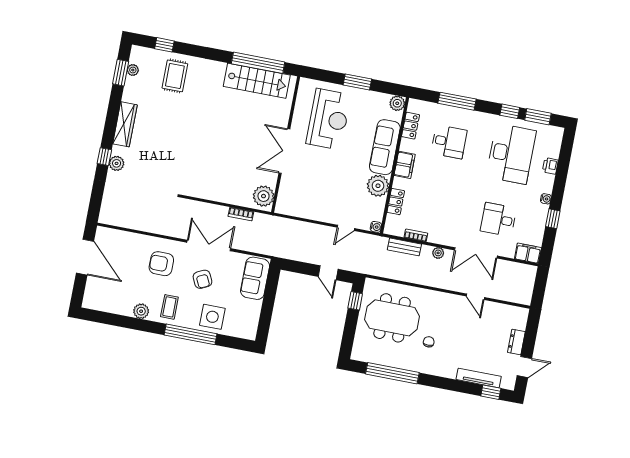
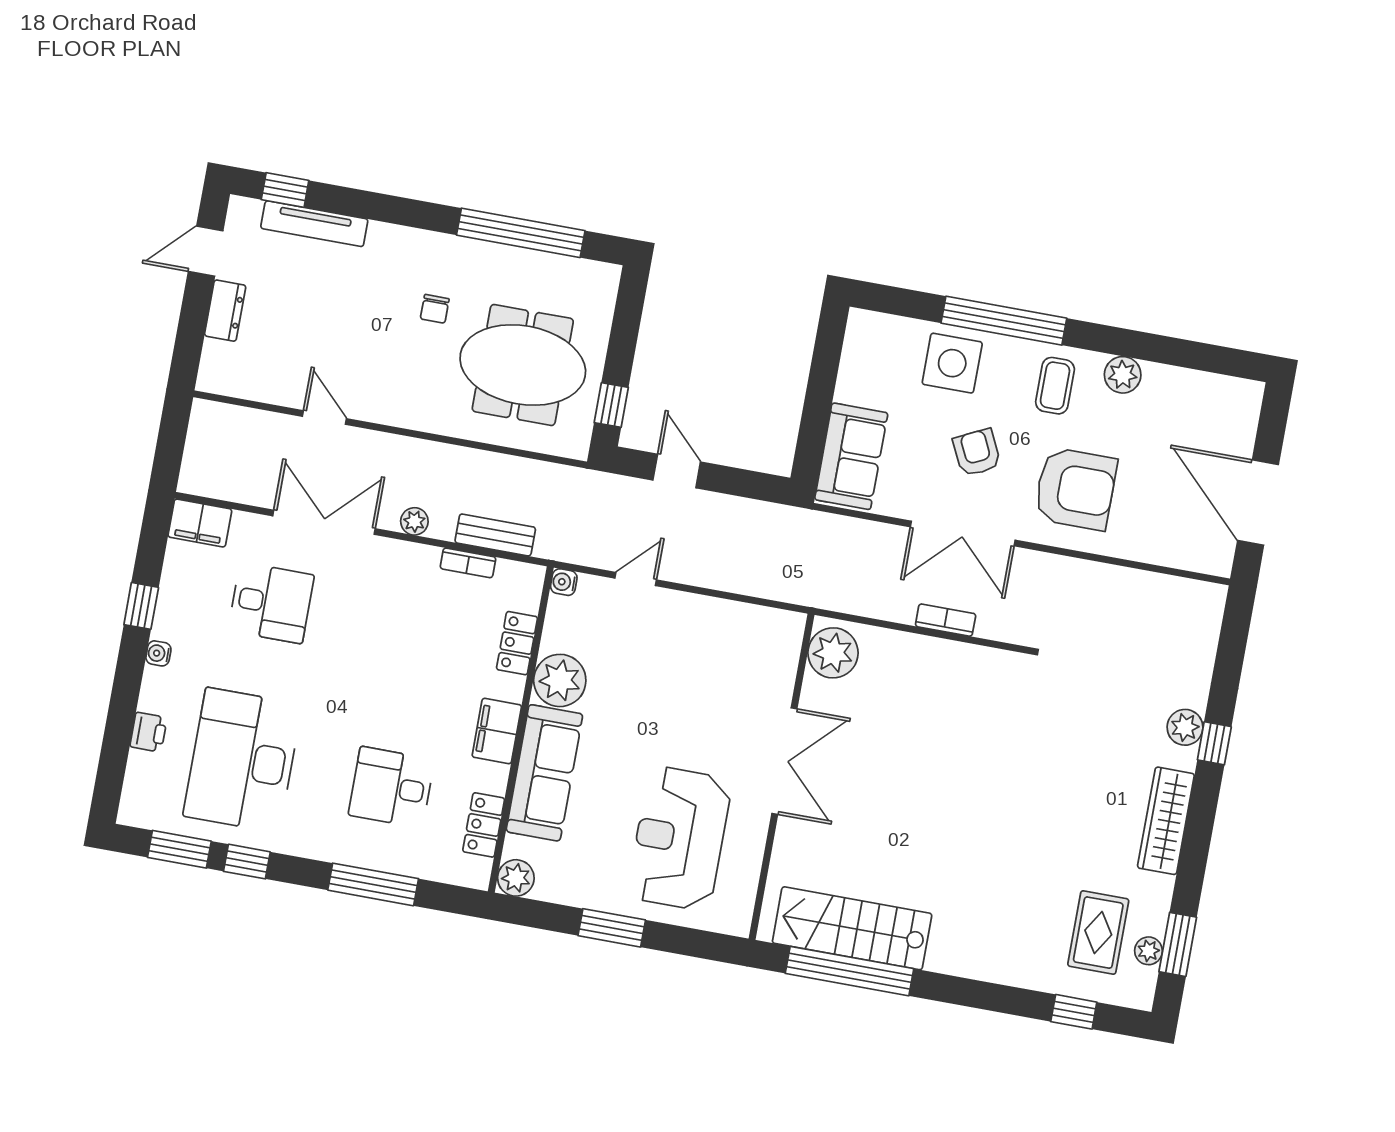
rug: (175, 76) -> (1098, 933), moved
bookcase: (241, 214) -> (946, 620), moved
armchair: (161, 264) -> (1075, 489), width x1.36, depth x1.36

